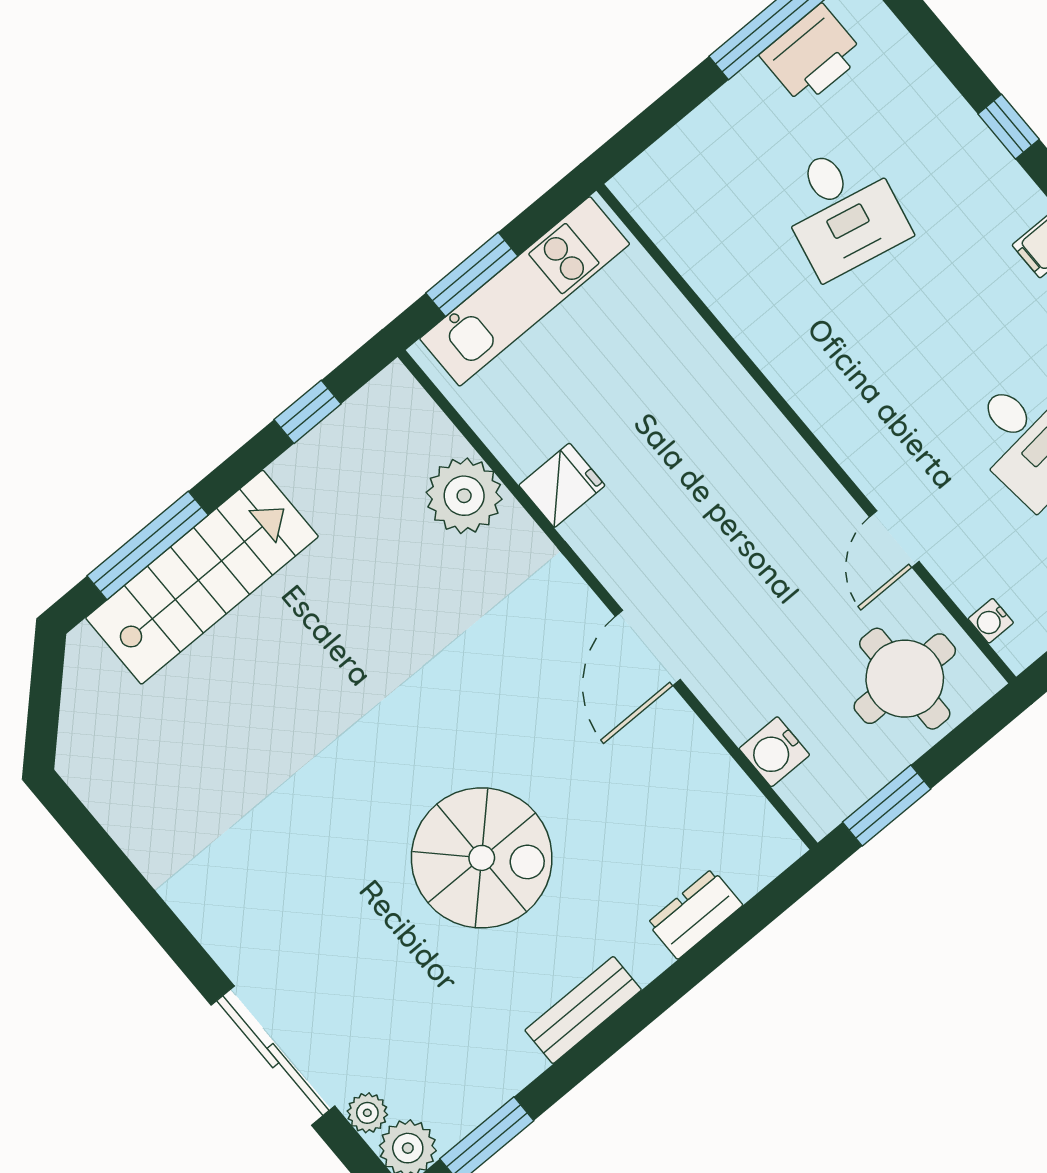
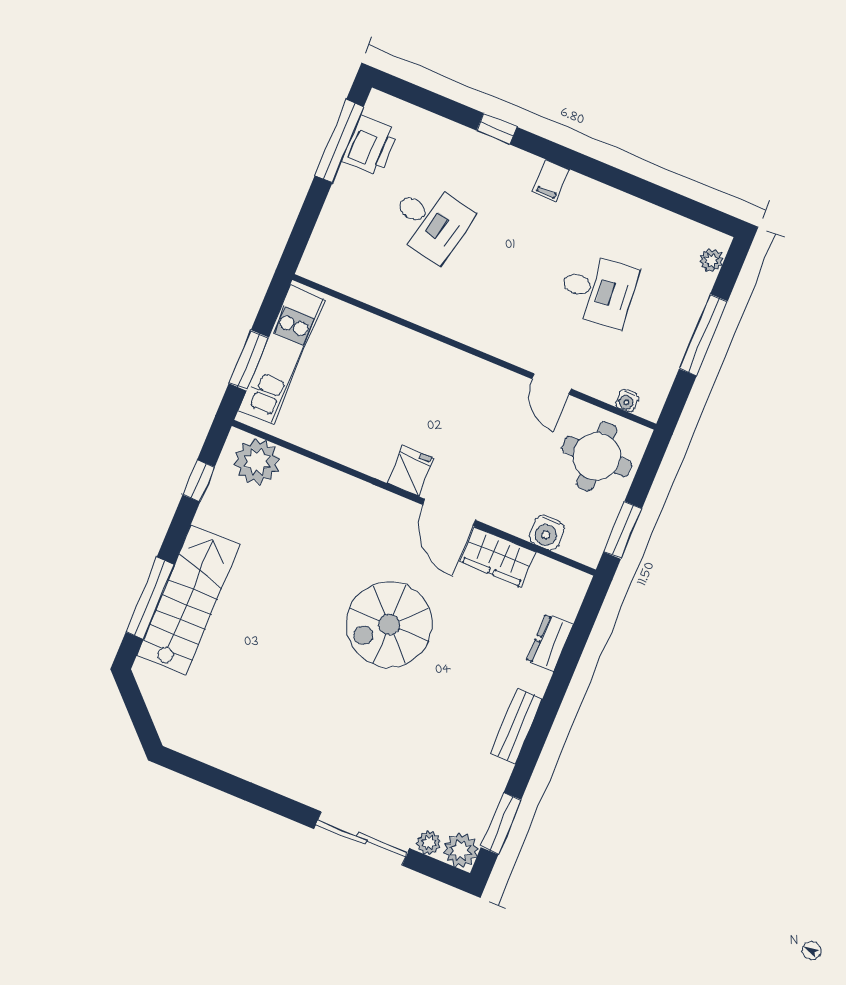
fridge: (562, 485) -> (410, 471), moved
plant: (464, 496) -> (257, 461), moved
wardrobe: (685, 749) -> (498, 557), added
spiral stairs: (482, 858) -> (389, 624), moved, turned 180

